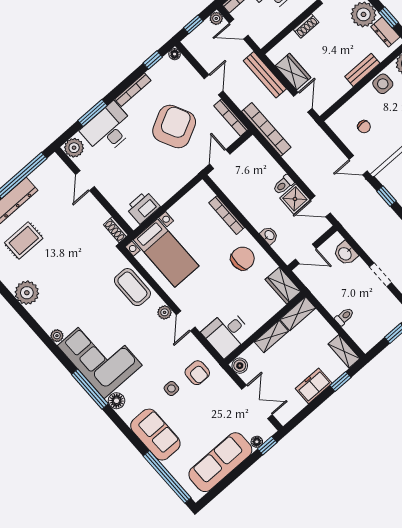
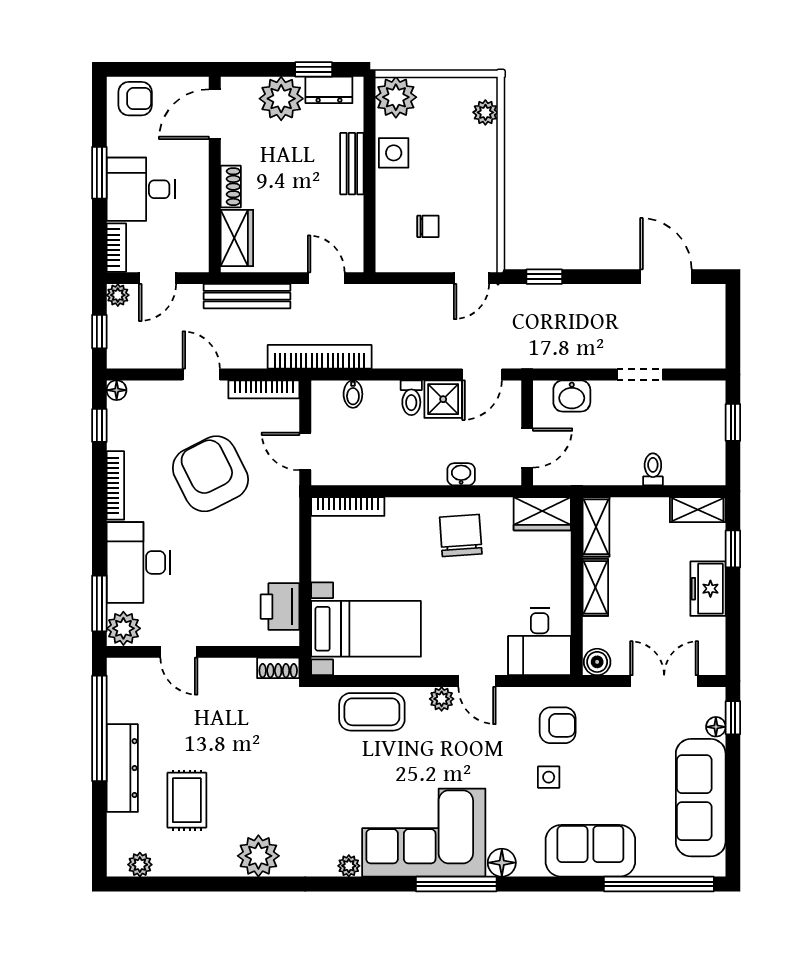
wardrobe: (293, 72) -> (237, 238), moved, turned 90
window: (92, 113) -> (99, 603), moved
bidet: (263, 158) -> (353, 394), added
bookcase: (227, 215) -> (348, 506), moved

